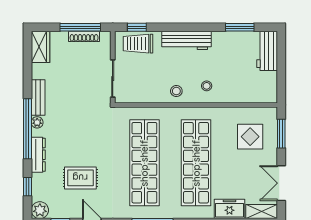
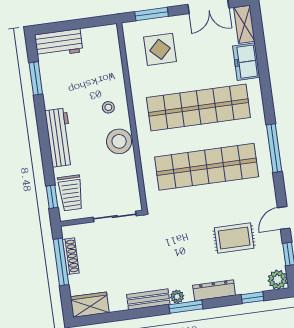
stool: (176, 91) -> (119, 141), width x1.89, depth x1.89
window: (27, 129) -> (186, 307), width x0.47
rug: (80, 178) -> (234, 238), turned 90

